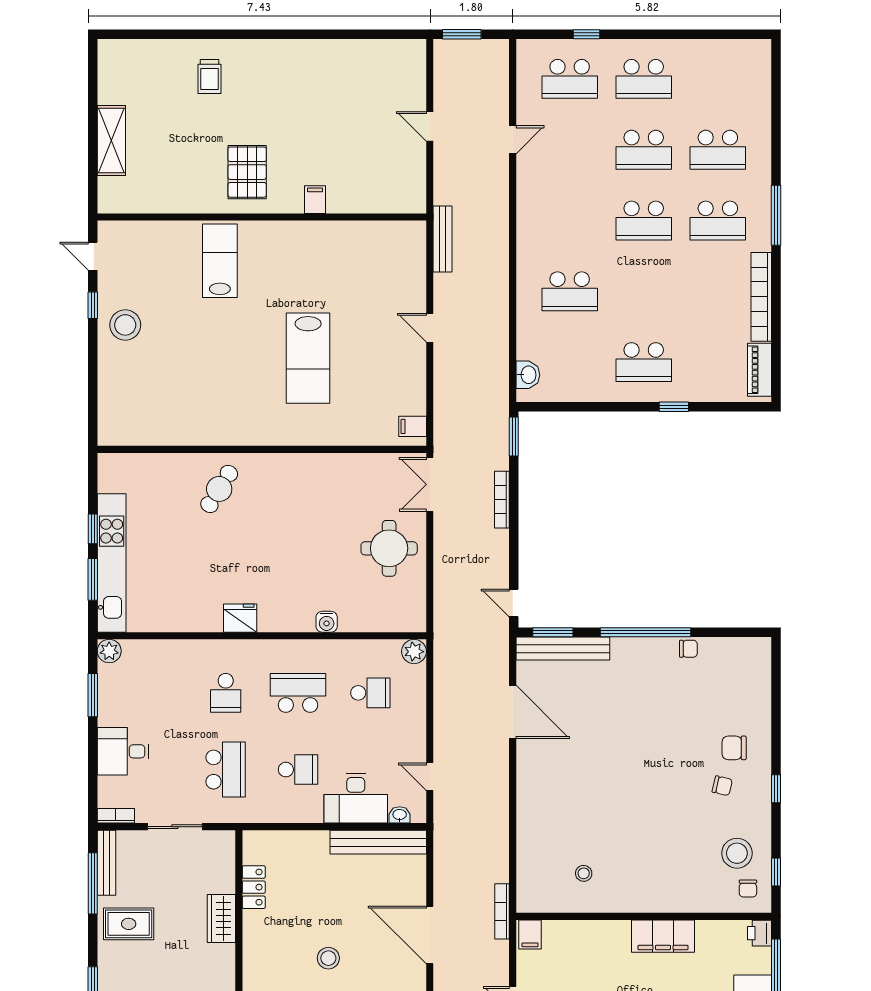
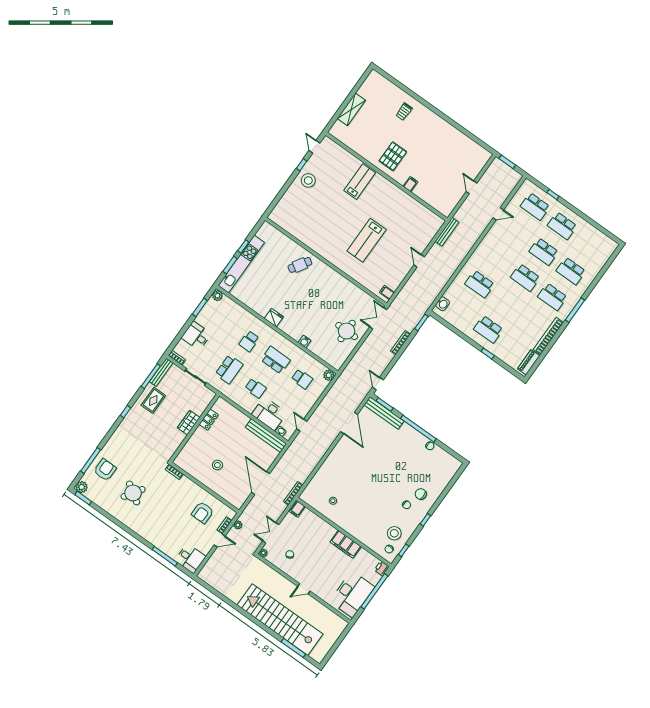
rug: (129, 924) -> (153, 400), turned 90

